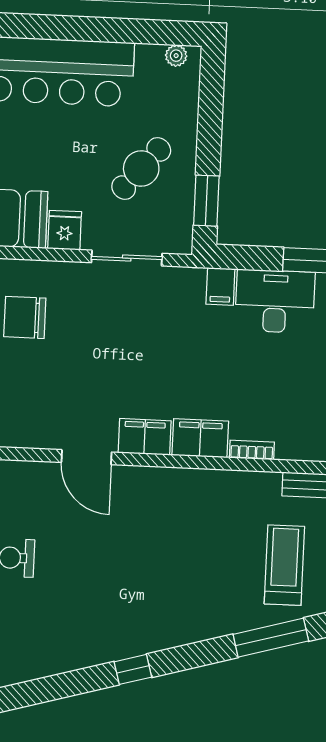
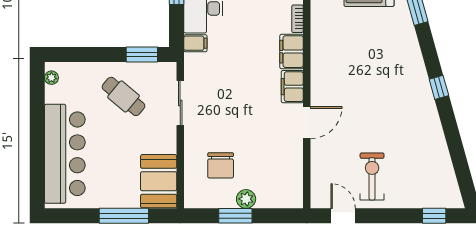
fridge: (65, 230) -> (164, 143), removed

